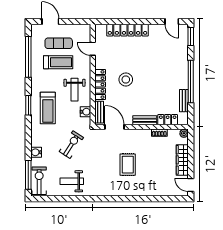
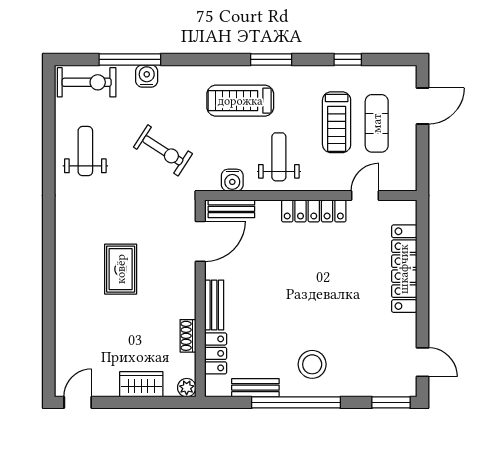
door: (172, 22) -> (423, 362), swing flipped
window: (28, 57) -> (348, 59), width x0.32
stool: (126, 80) -> (312, 364), moved
locker: (100, 85) -> (314, 211), moved
weight bench: (75, 90) -> (279, 157), turned 90
window: (28, 105) -> (271, 59), moved
wardrobe: (182, 160) -> (141, 384), width x0.67
rug: (128, 165) -> (121, 269), turned 90
window: (28, 175) -> (130, 59), moved

